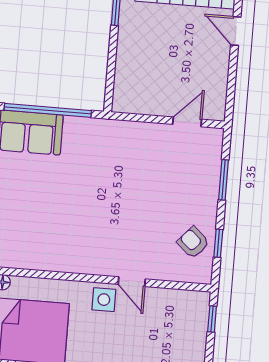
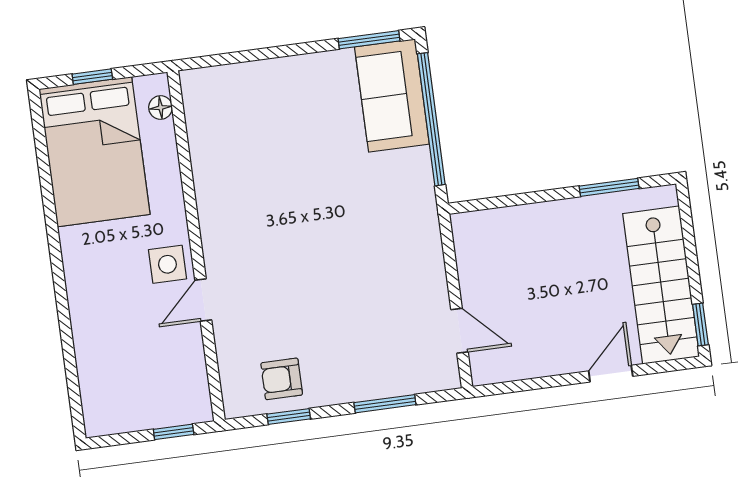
armchair: (193, 242) -> (282, 379), turned -132

